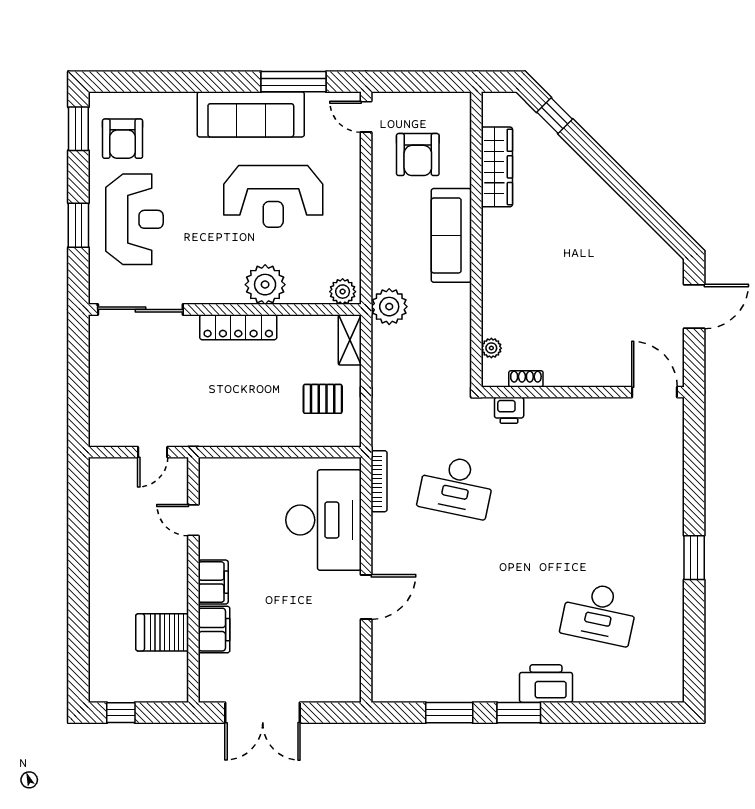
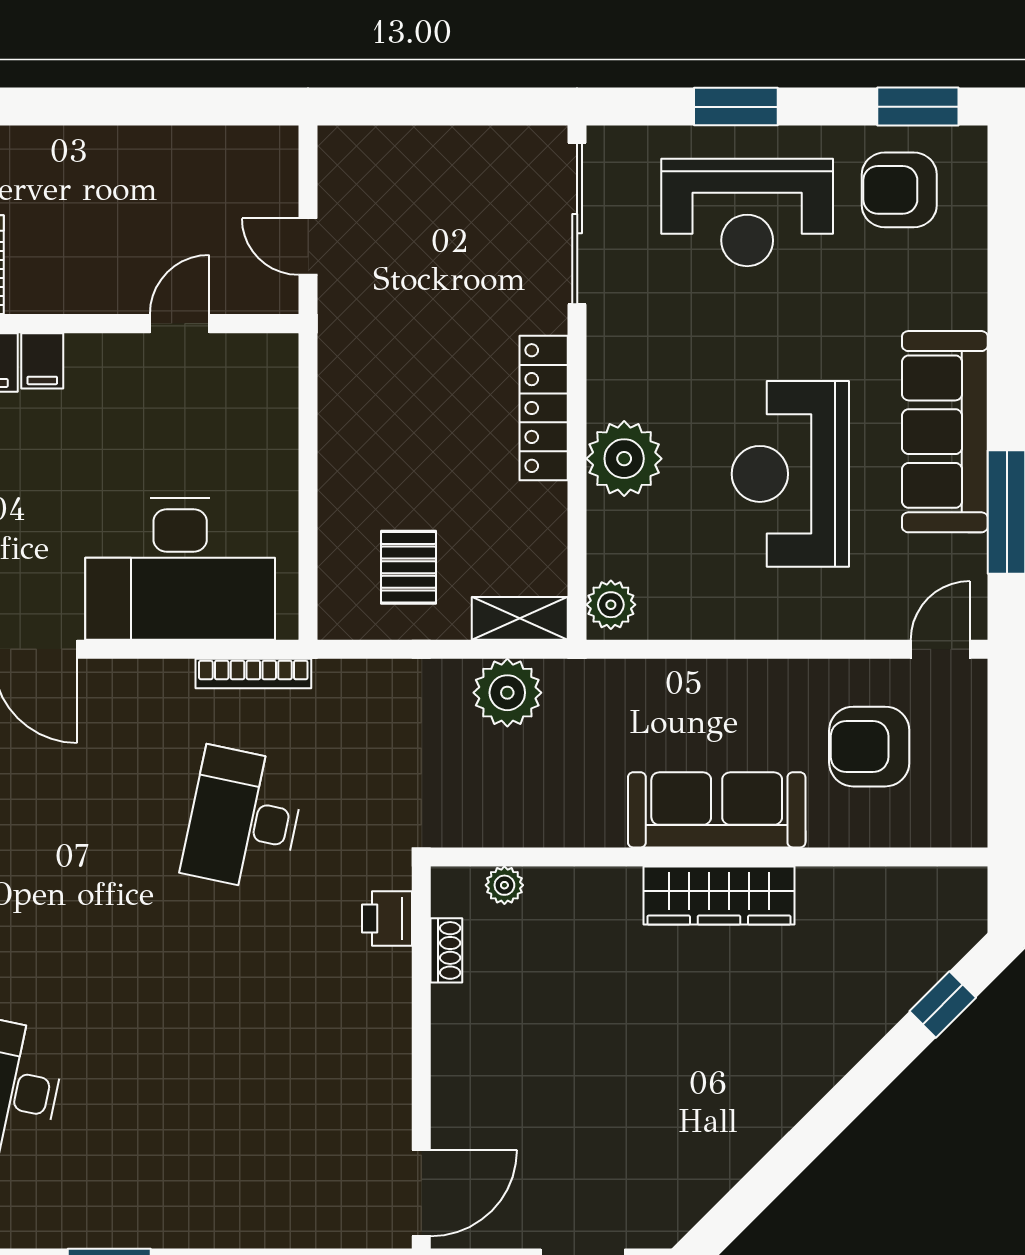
wardrobe: (497, 167) -> (719, 896), moved
plant: (389, 307) -> (507, 693), moved
filing cabinet: (213, 582) -> (42, 361), width x0.50

